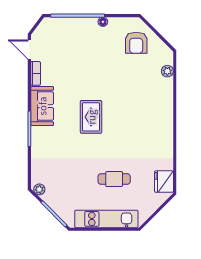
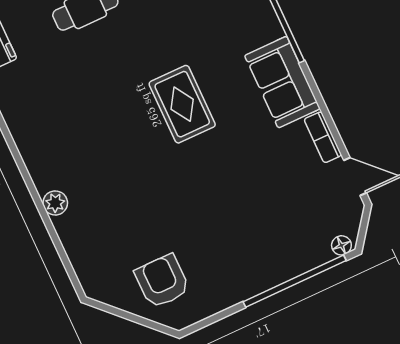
floor lamp: (103, 22) -> (341, 245), moved
plant: (167, 71) -> (55, 203), moved

